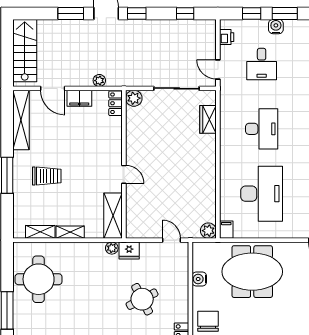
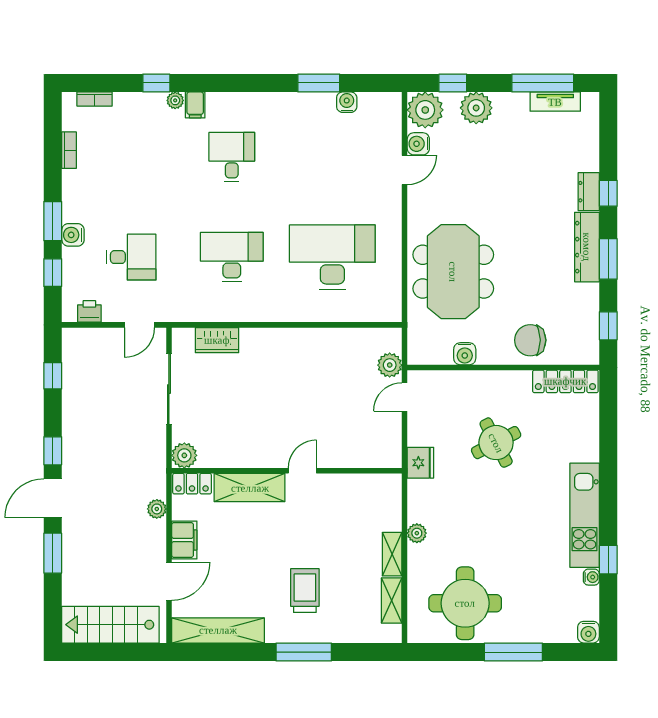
shelving: (113, 216) -> (250, 488), moved
filing cabinet: (226, 230) -> (388, 312), removed
plant: (208, 231) -> (390, 365), moved
plant: (112, 248) -> (417, 533), moved

